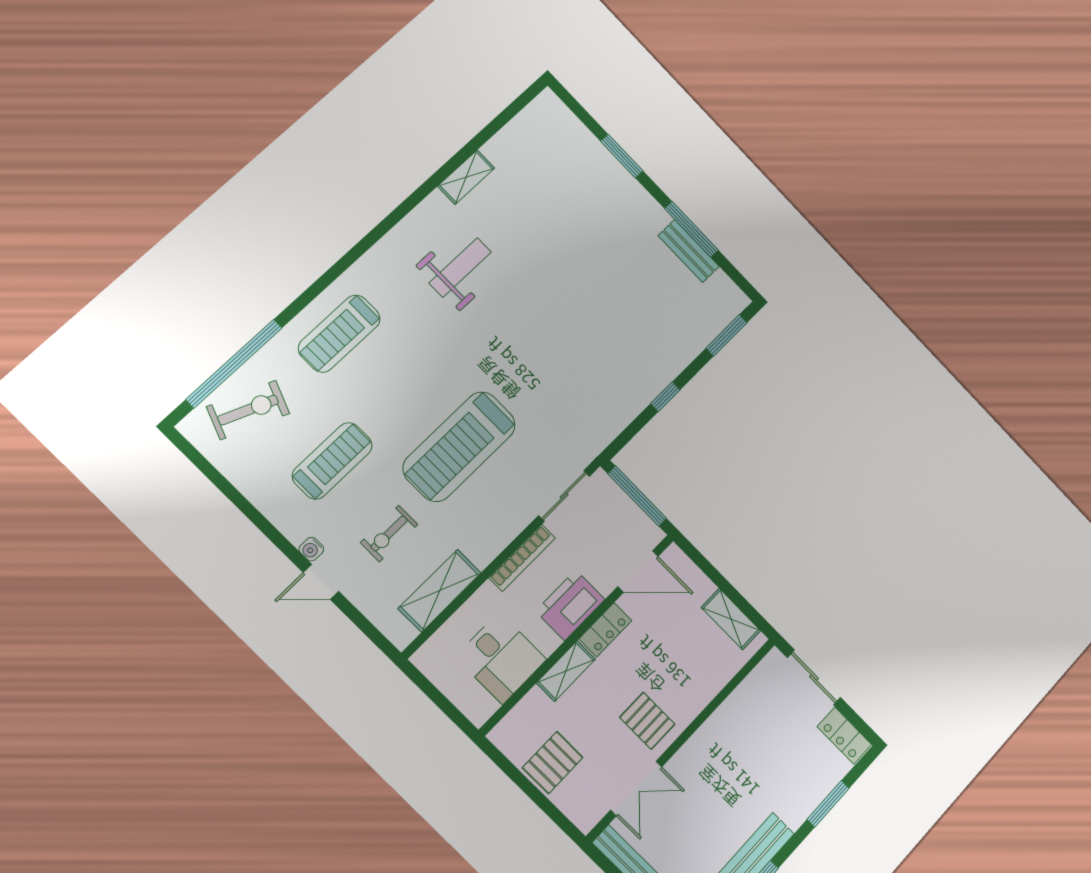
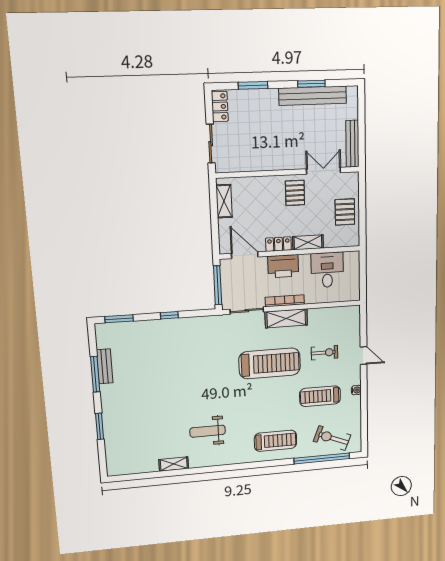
water cooler: (311, 549) -> (356, 390), moved
shelving: (440, 591) -> (286, 318), moved
pallet: (553, 763) -> (345, 212), turned 90

